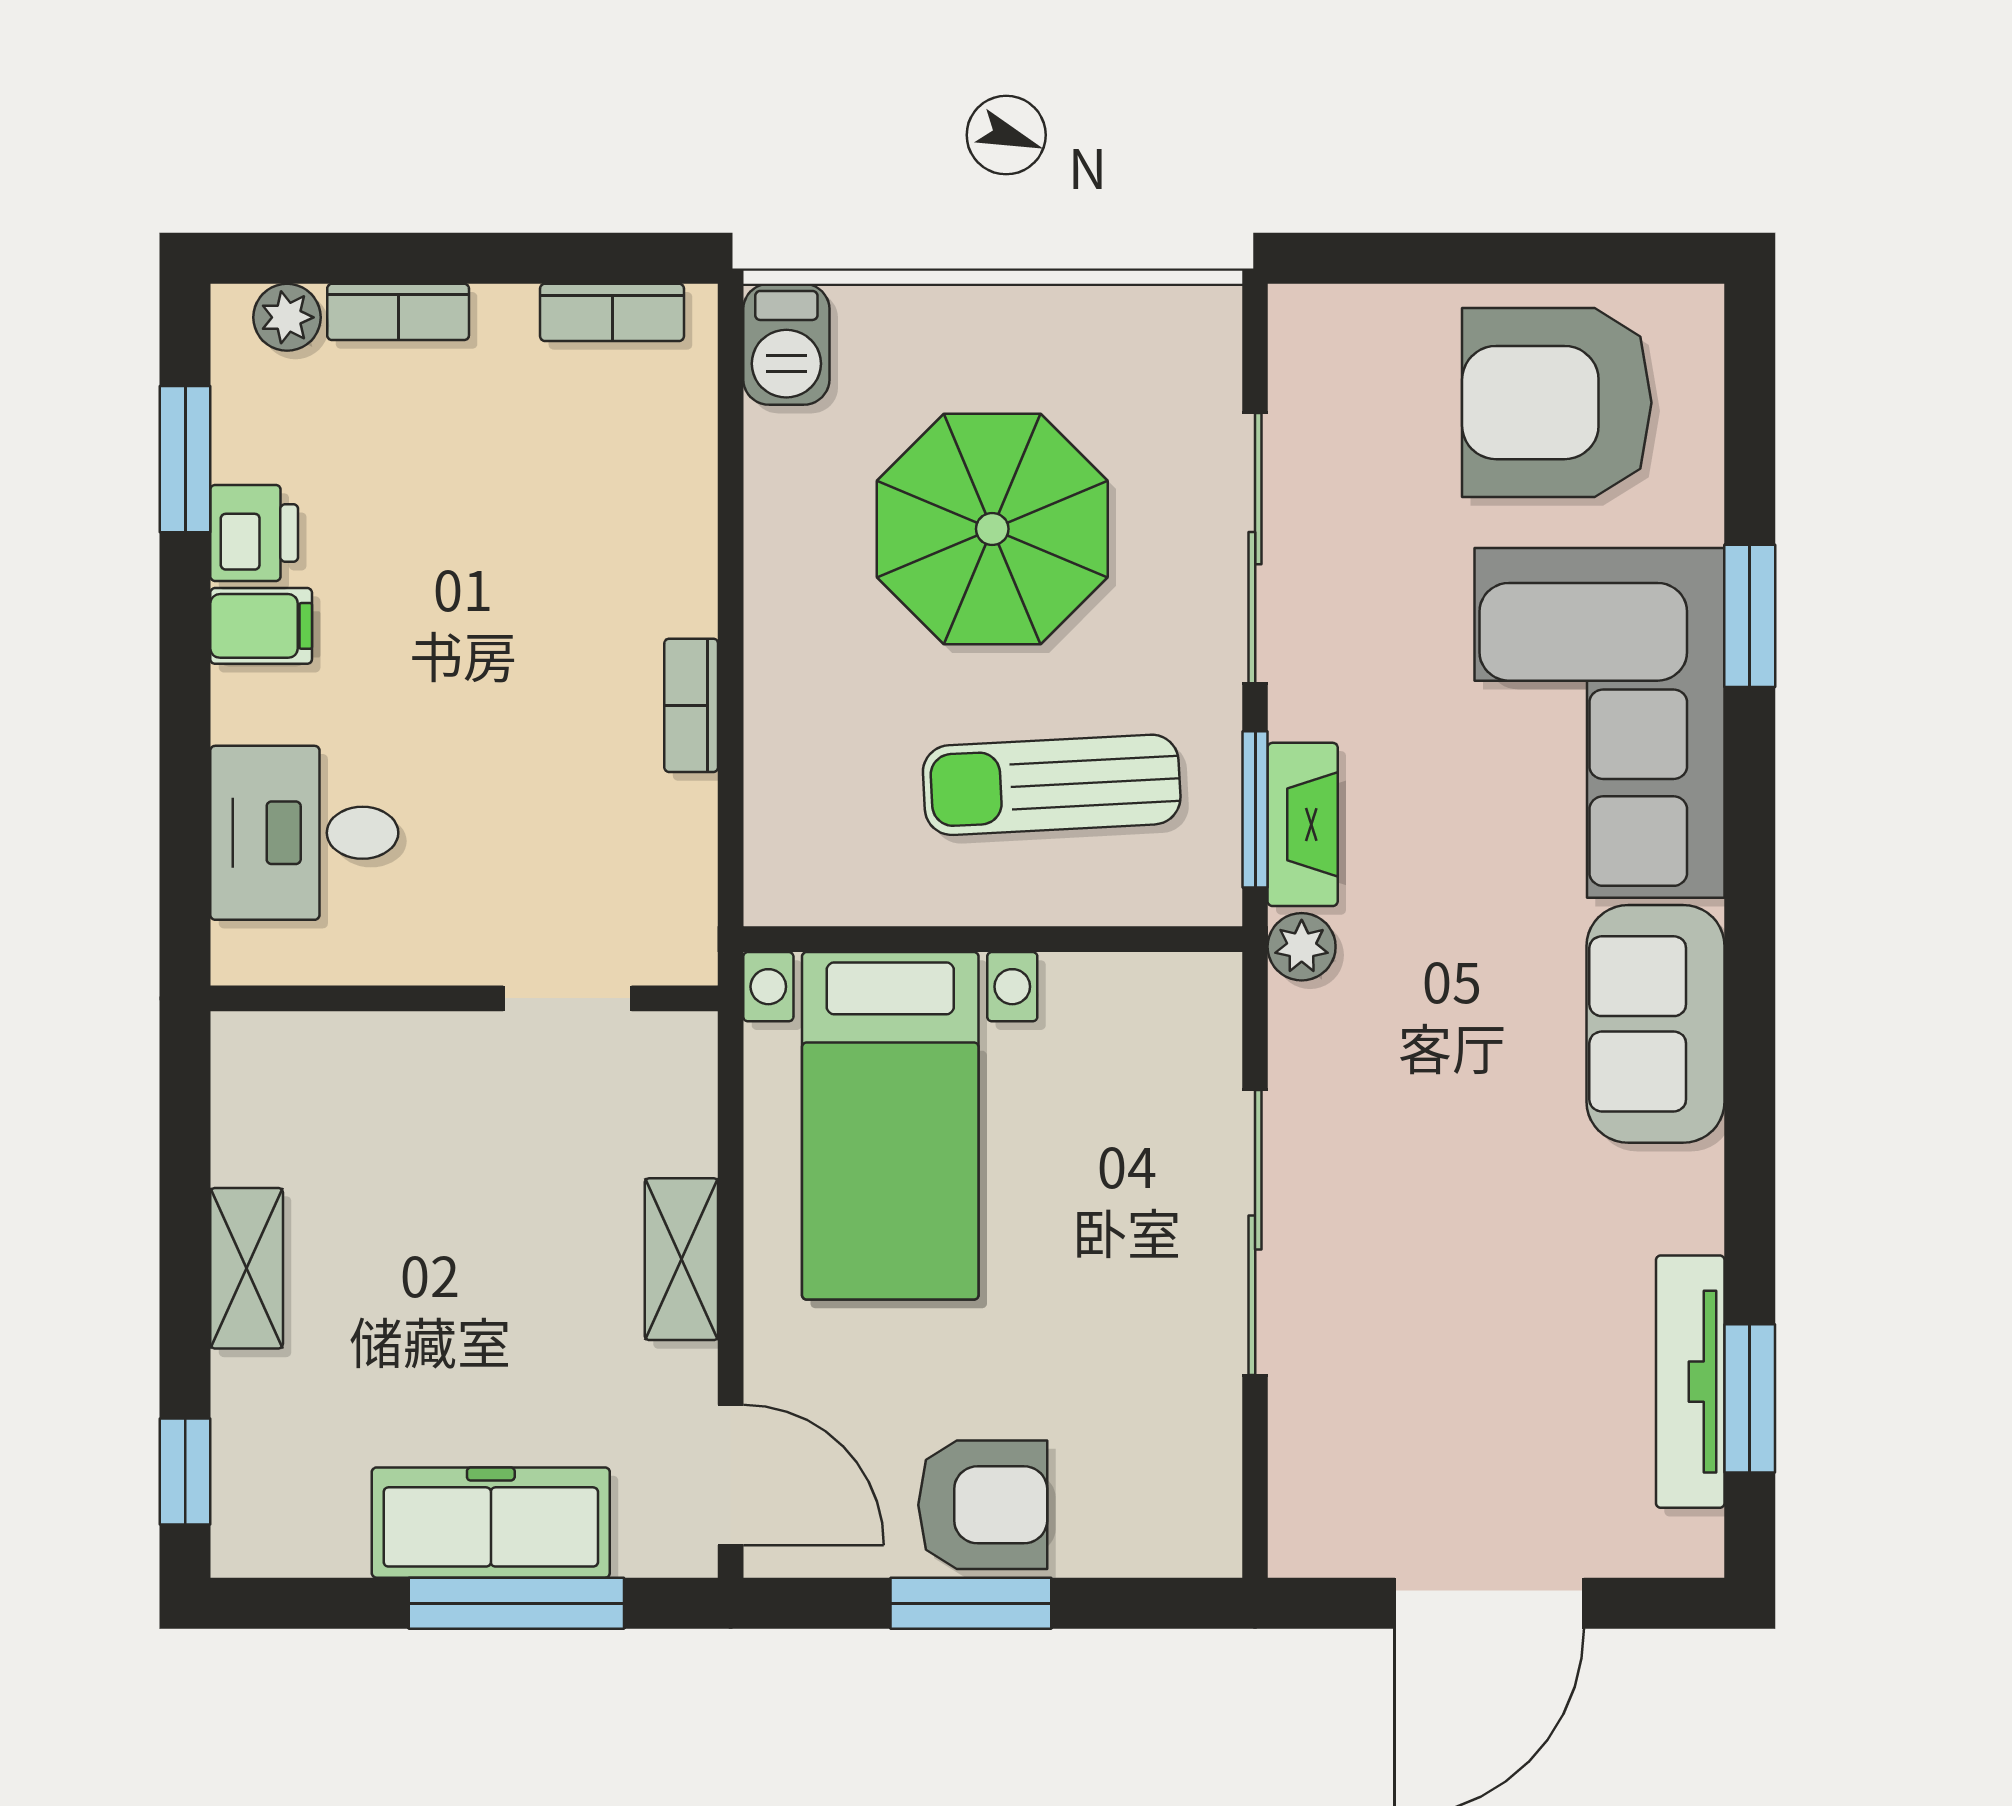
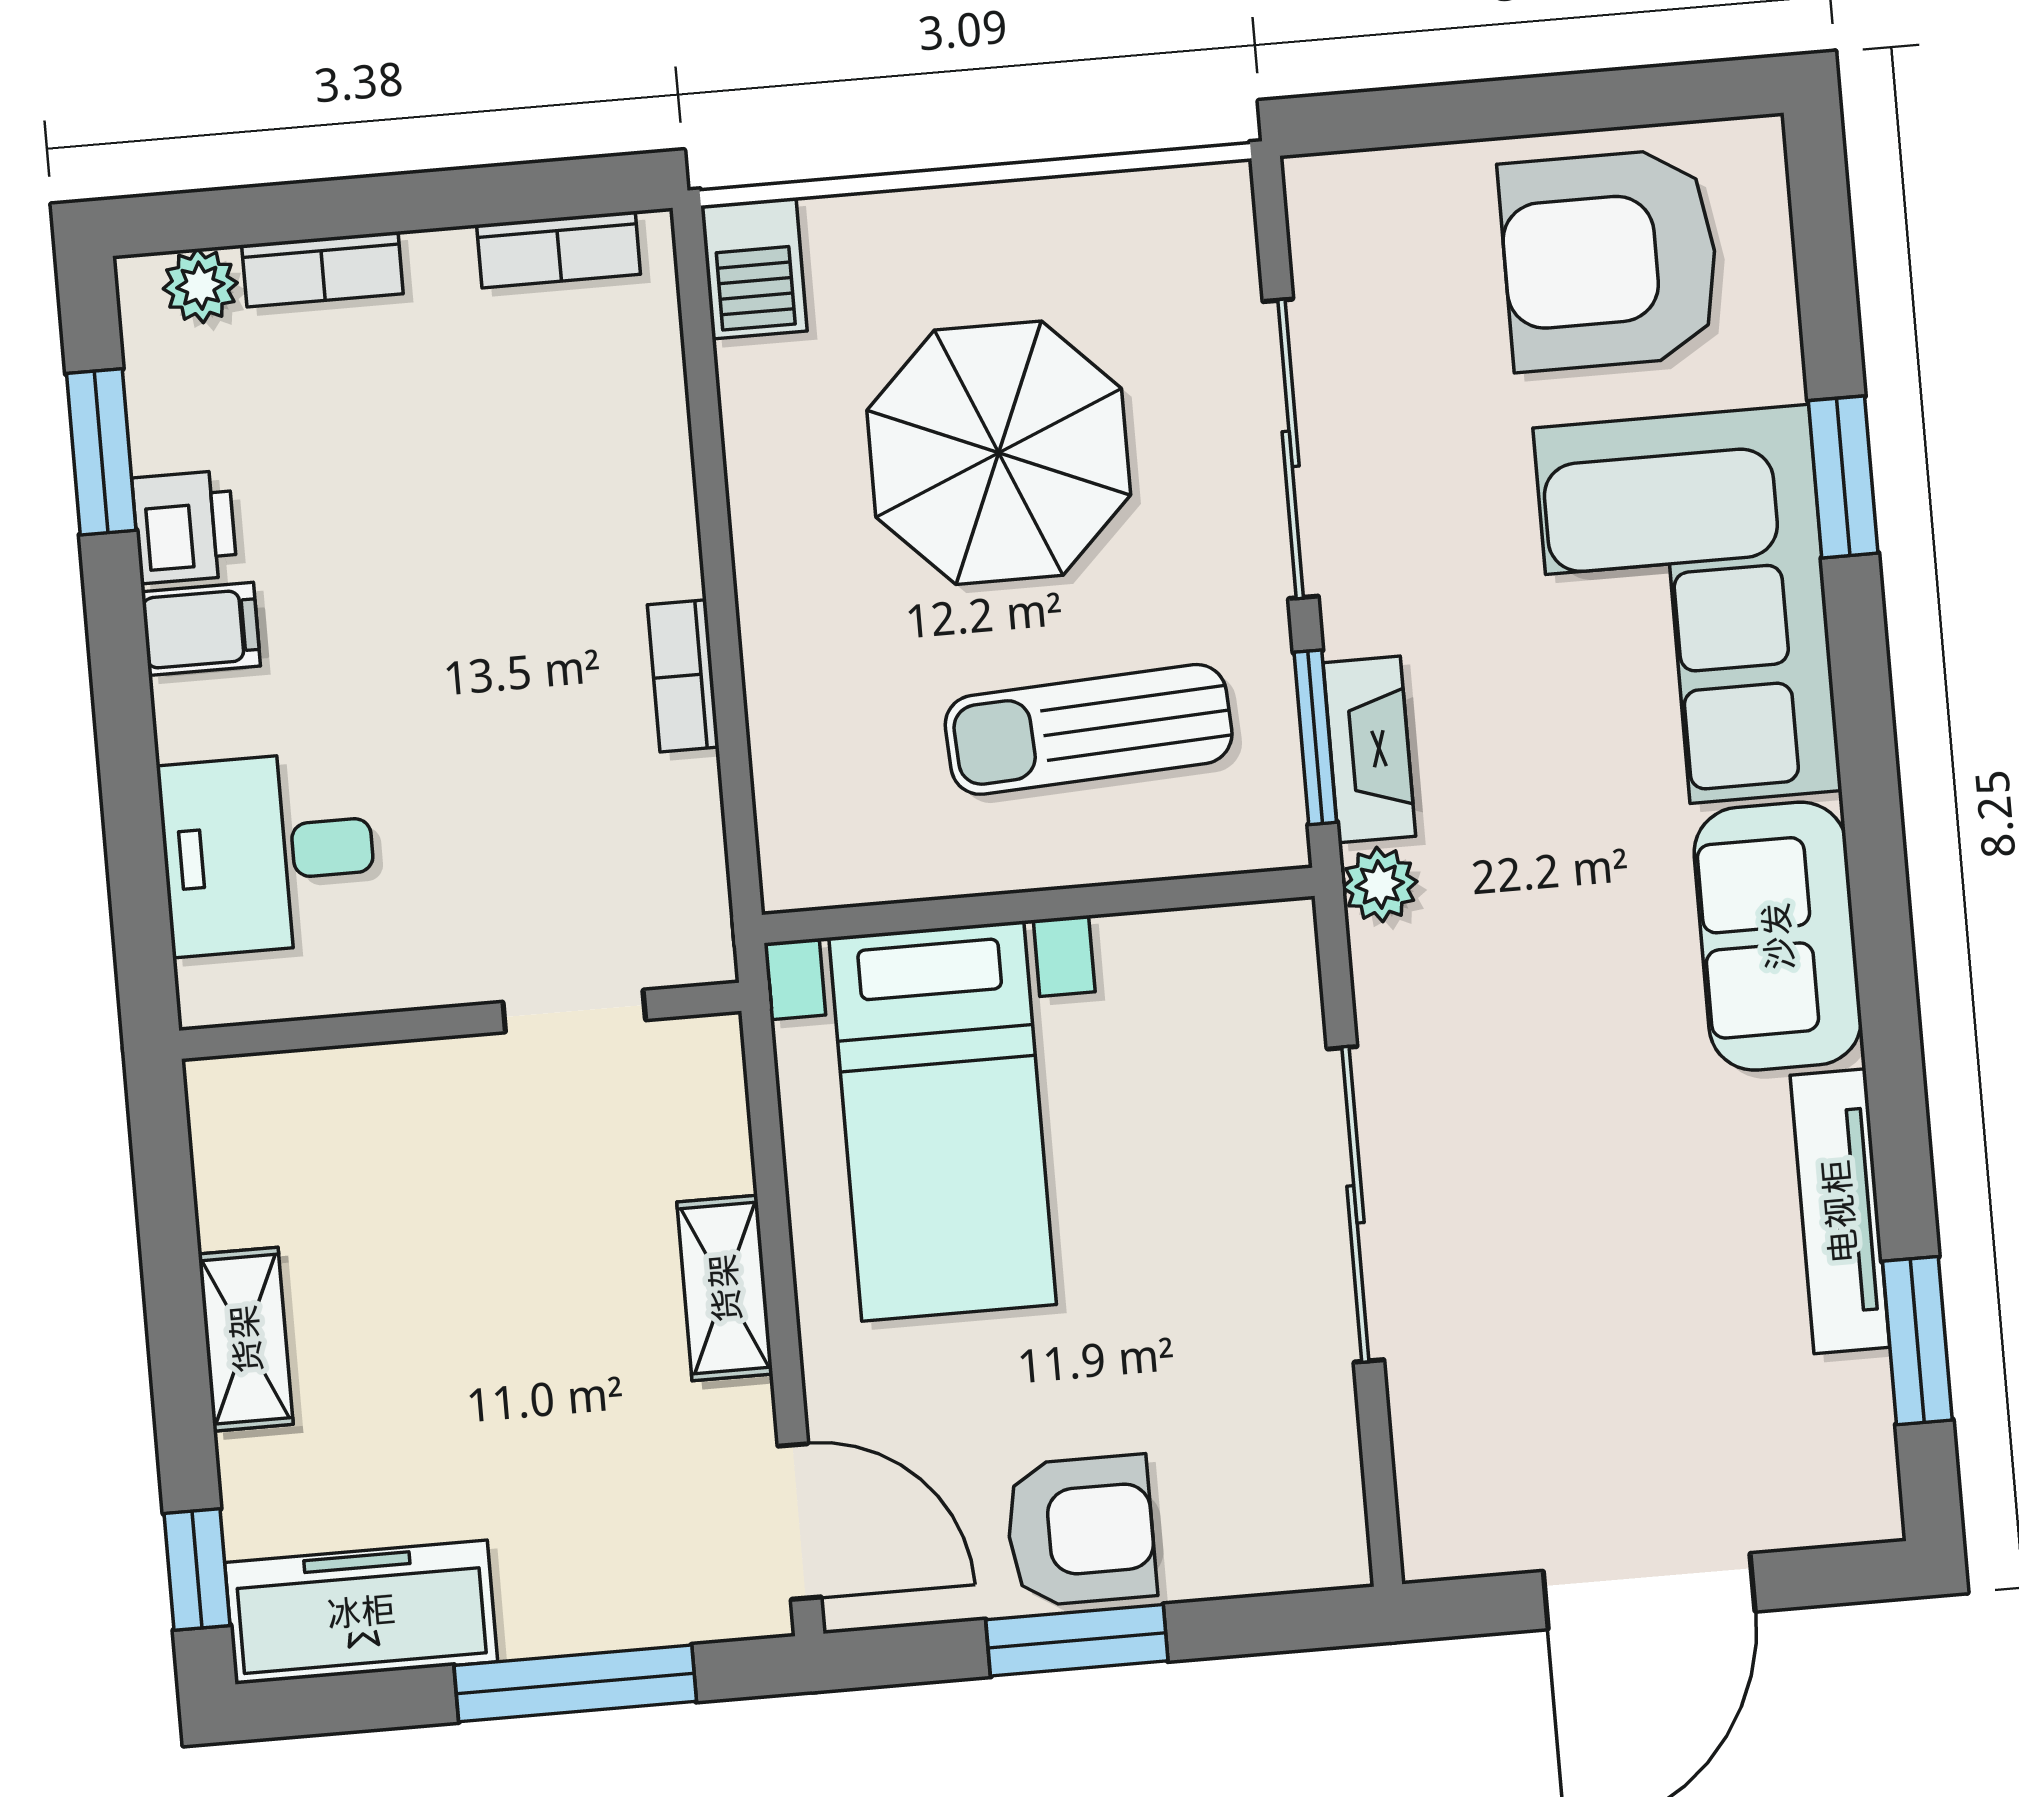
tv unit: (1690, 1382) -> (1840, 1211), moved
freezer: (491, 1523) -> (361, 1612), moved

